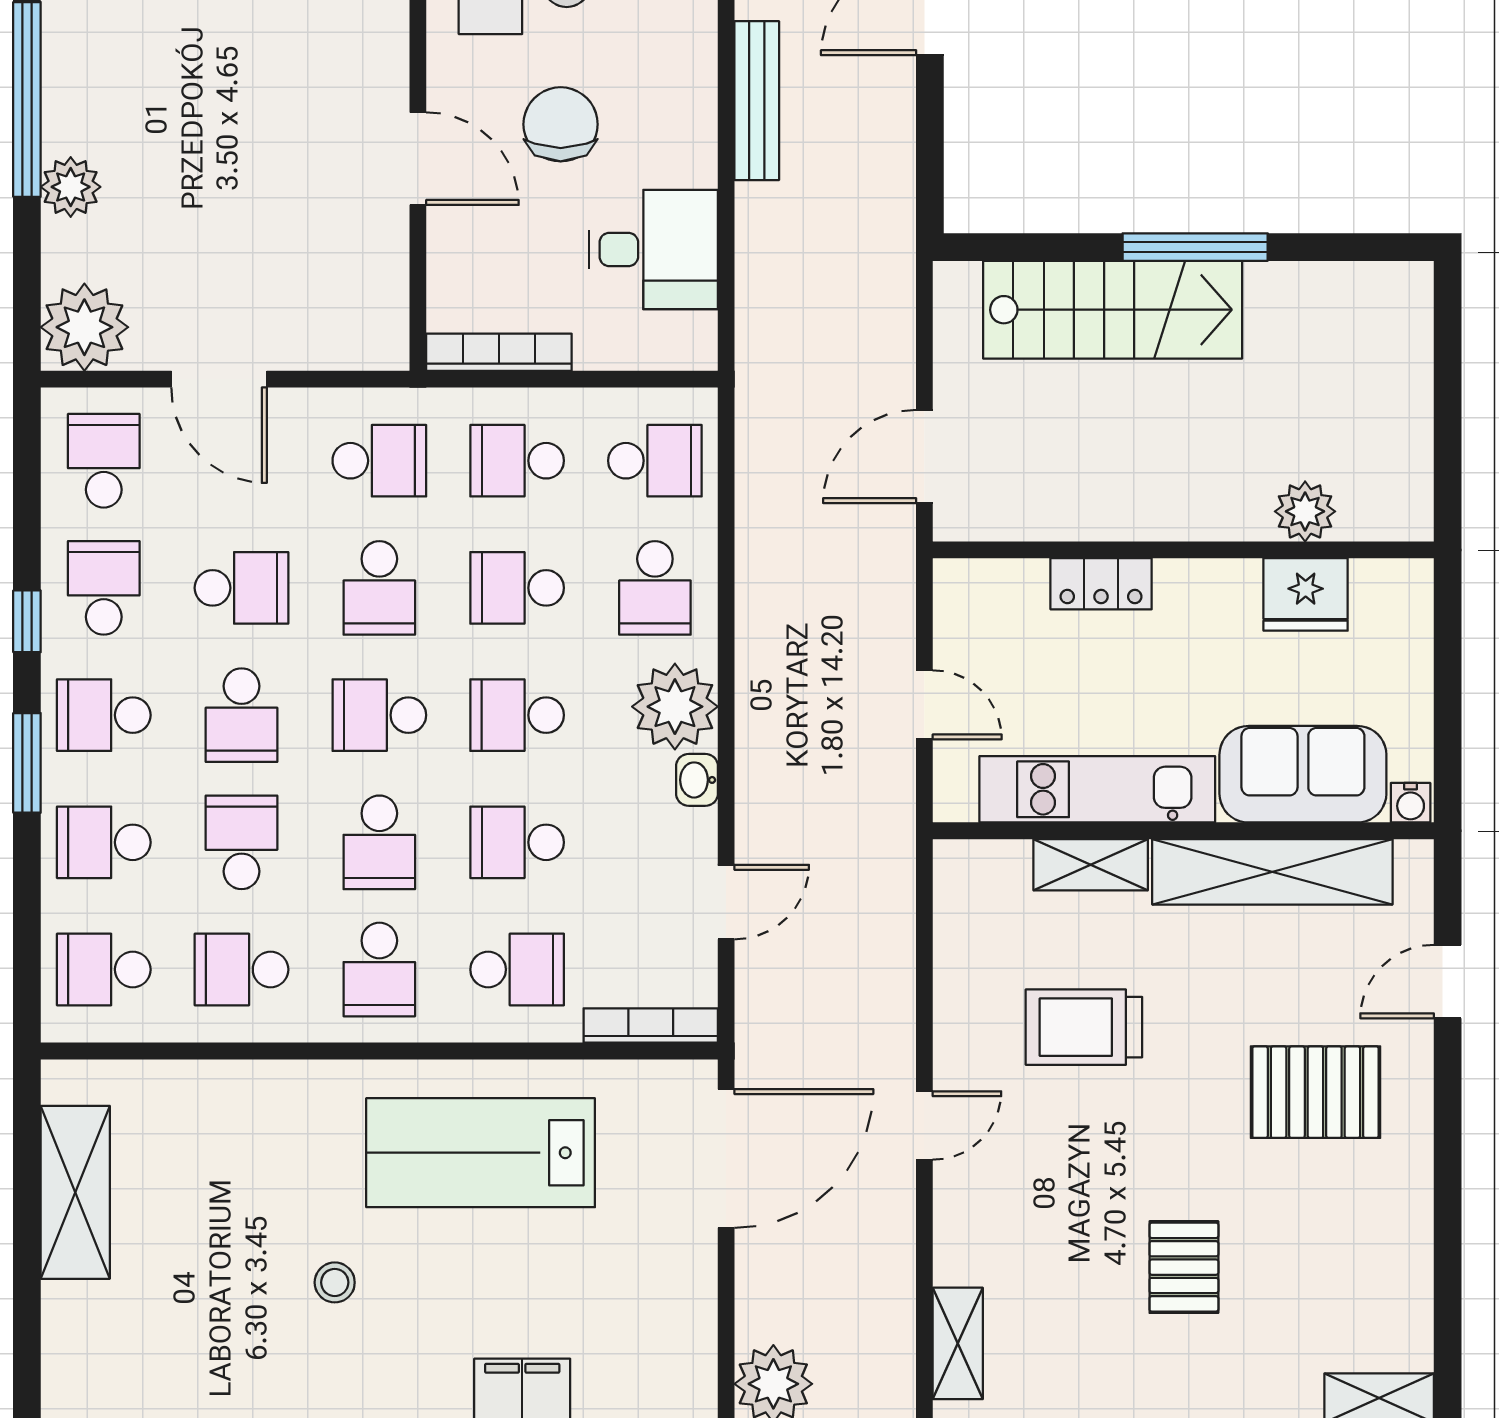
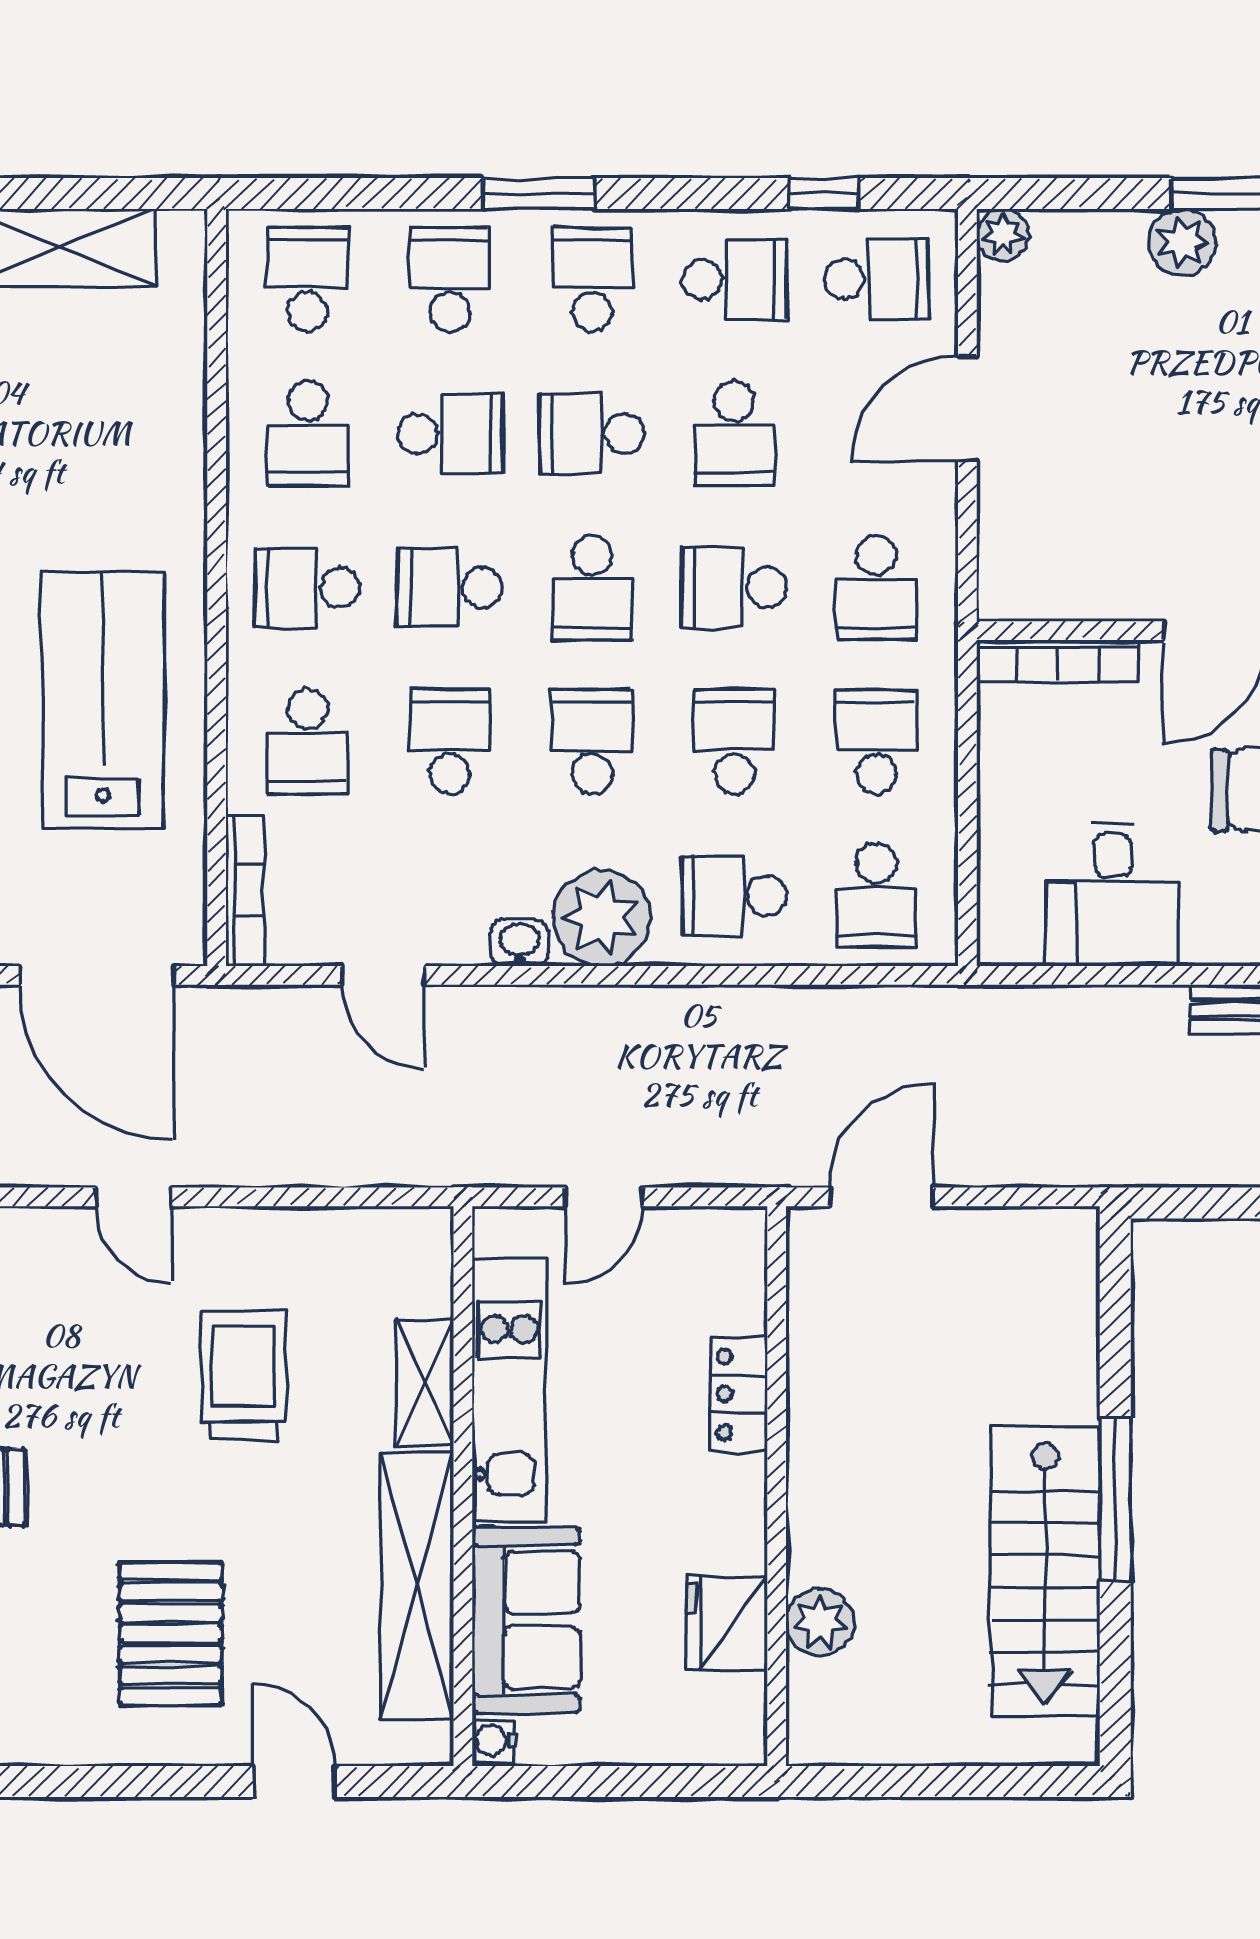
stairs: (1113, 310) -> (1045, 1572), moved
plant: (84, 327) -> (1003, 235), width x0.53, depth x0.53
bookcase: (499, 352) -> (1058, 661), moved, turned 90
door: (924, 456) -> (881, 1197), hinge flipped
window: (27, 621) -> (824, 194), moved
school desk: (379, 715) -> (592, 588), turned 180
school desk: (242, 970) -> (308, 433), turned 180

